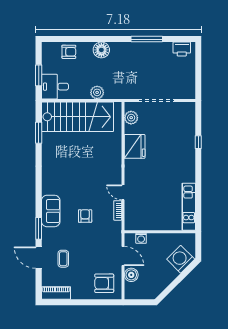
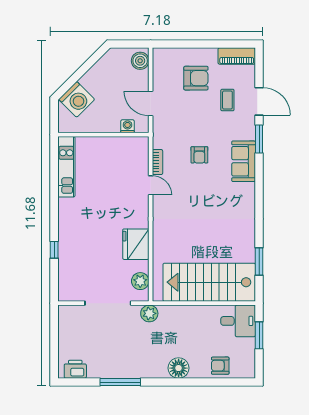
plant: (97, 92) -> (149, 313), moved
boiler: (131, 275) -> (140, 61), moved
armchair: (104, 283) -> (196, 78), moved

